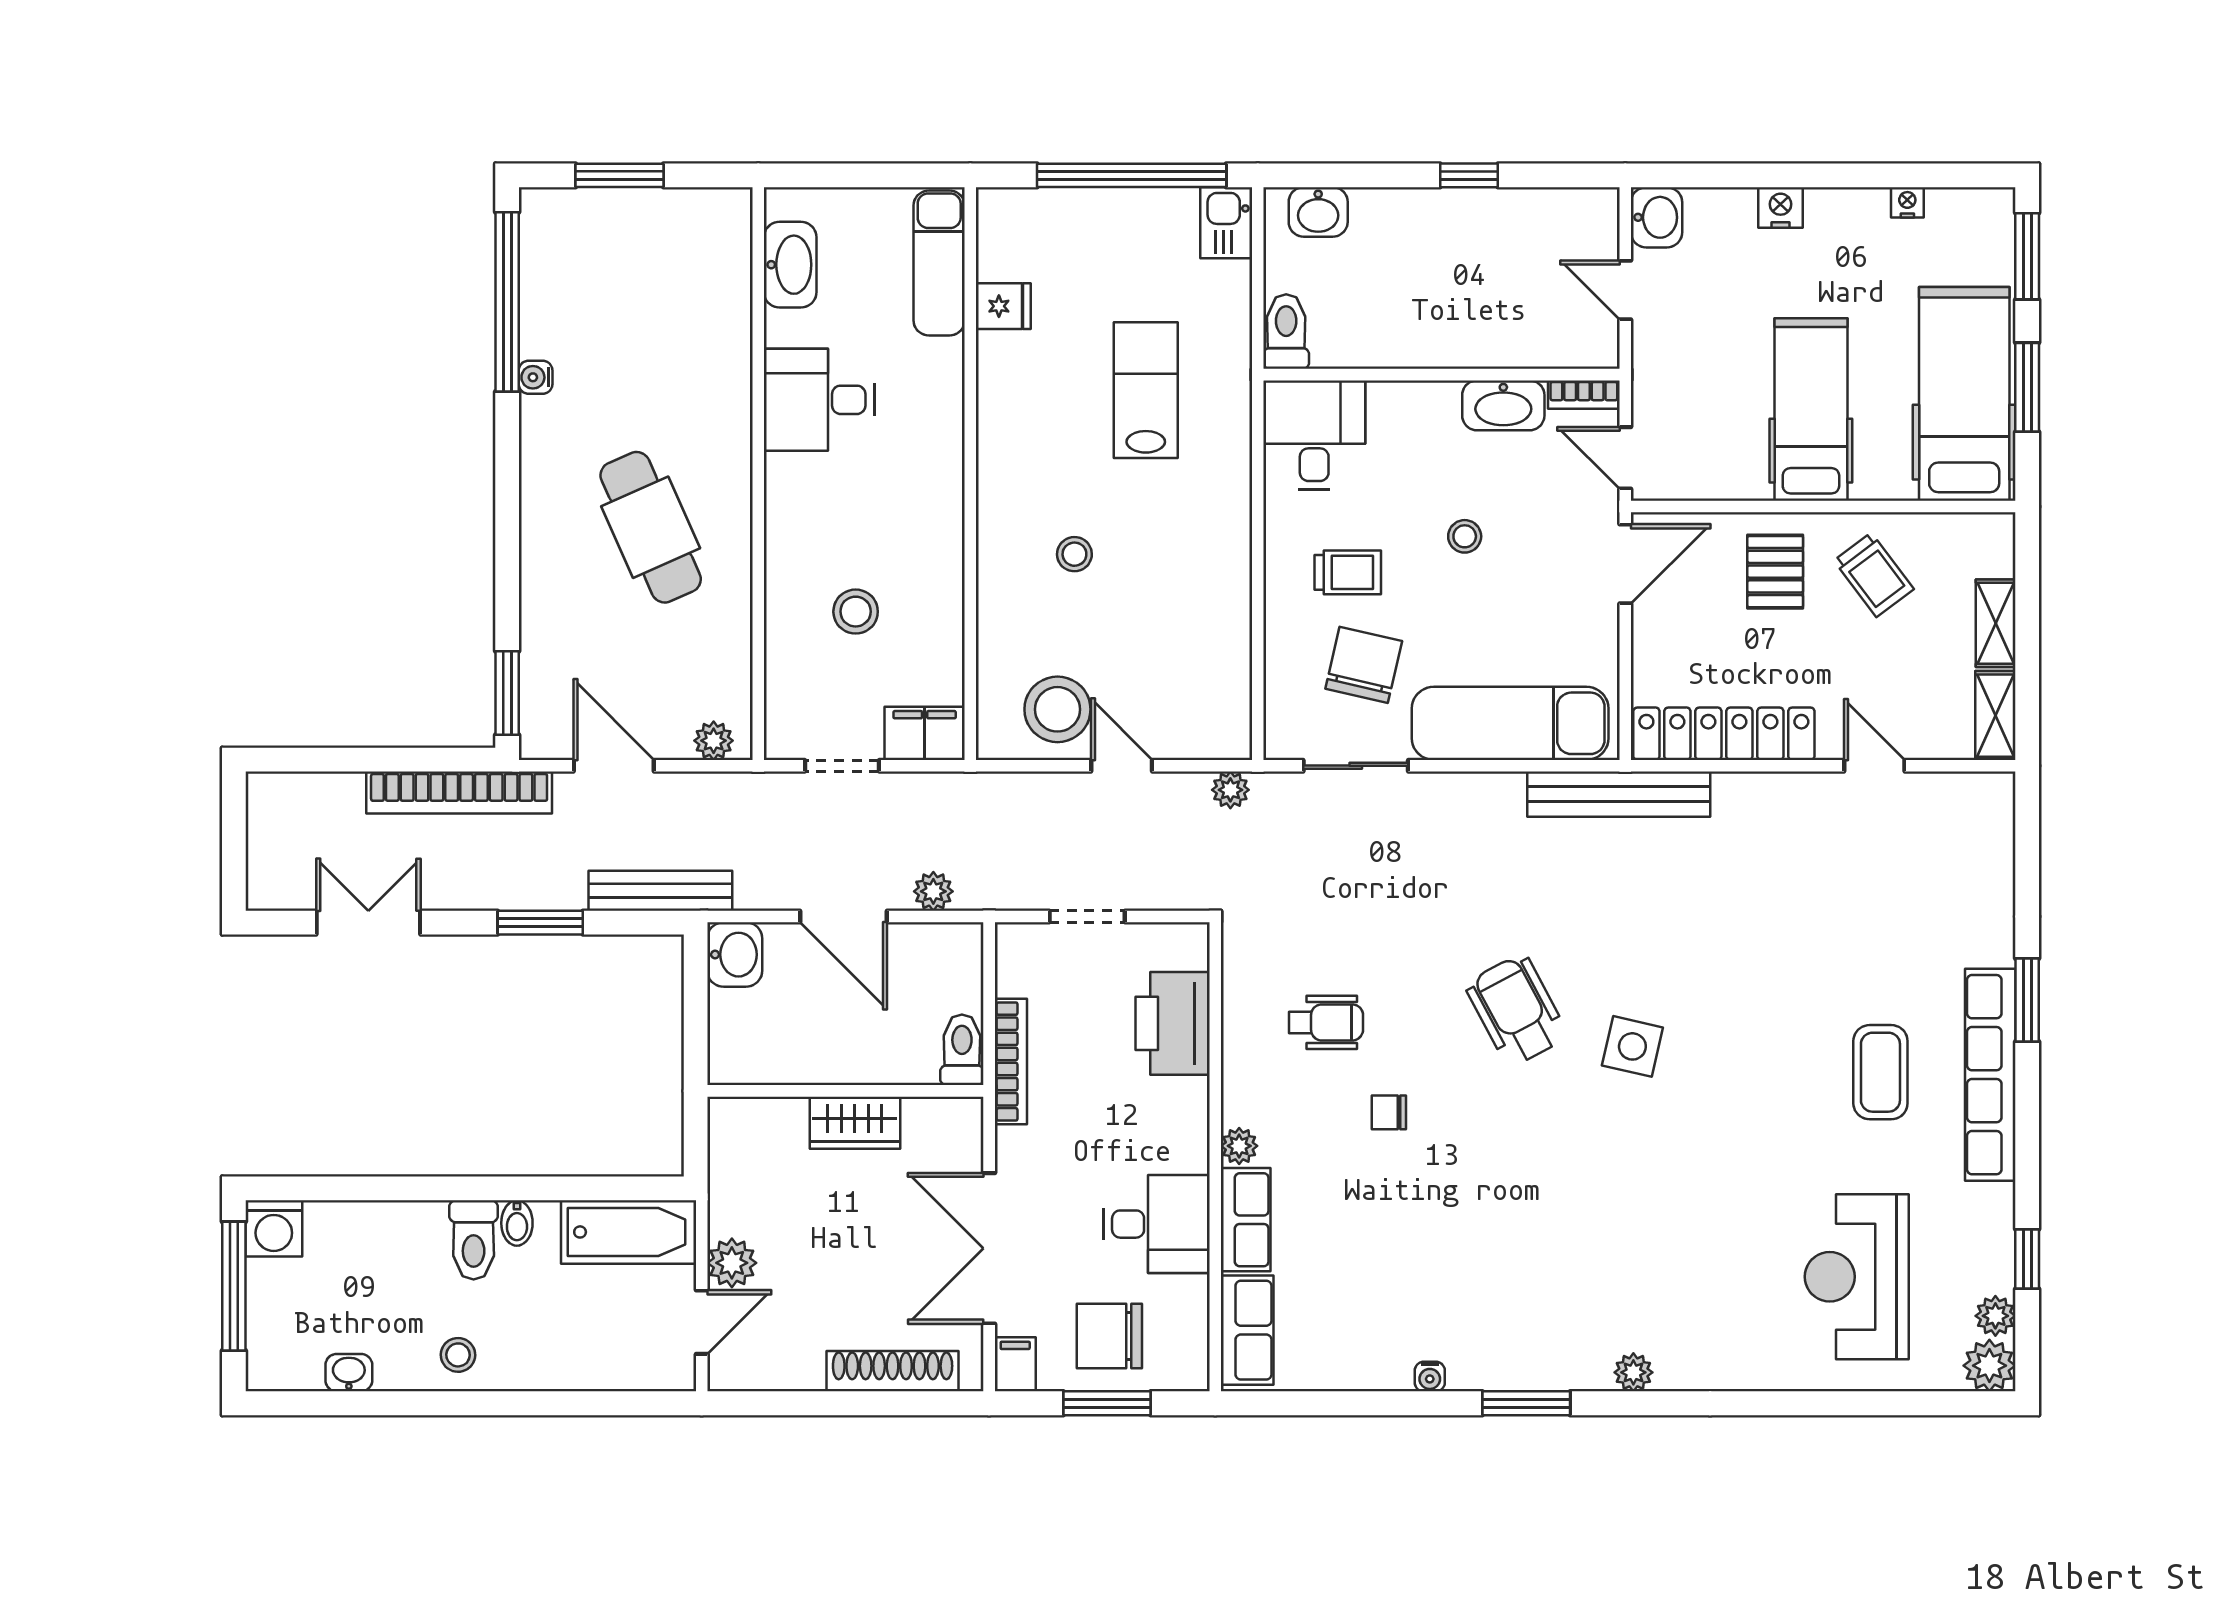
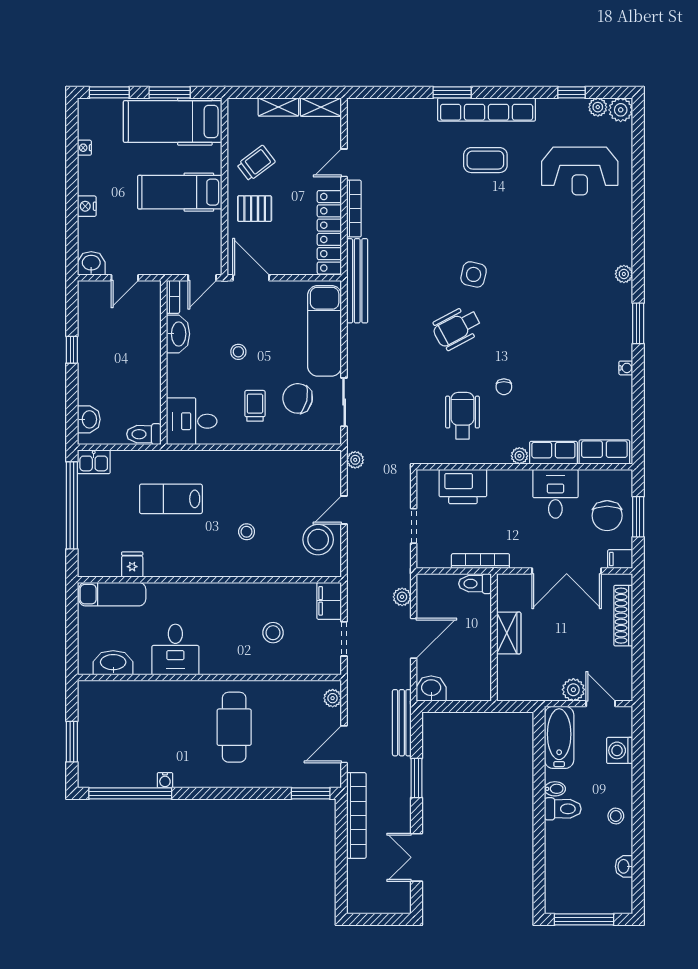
cafe table: (651, 527) -> (234, 727), turned -66
bookcase: (1775, 787) -> (354, 209), added
wheelchair: (1326, 1022) -> (462, 416), width x1.36, depth x1.37
washing machine: (274, 1228) -> (620, 750), moved, turned 180

